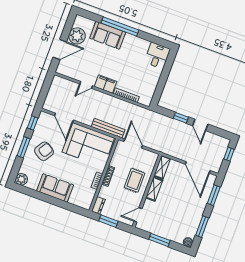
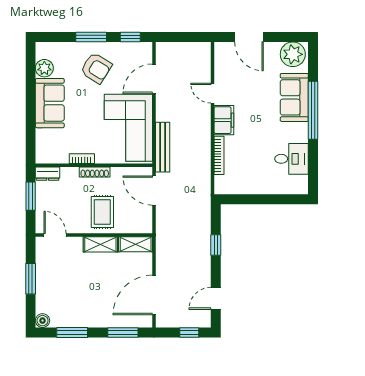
plant: (77, 36) -> (293, 54), moved
desk: (157, 56) -> (292, 159), moved
door: (200, 125) -> (216, 298), moved
door: (133, 143) -> (154, 191), swing flipped
plant: (21, 179) -> (44, 68), moved
rug: (135, 180) -> (102, 212), turned 90

